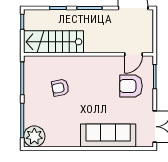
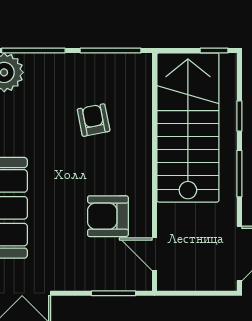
stairs: (53, 42) -> (188, 127), width x1.36, depth x1.51
armchair: (131, 86) -> (108, 216), moved, turned -90

